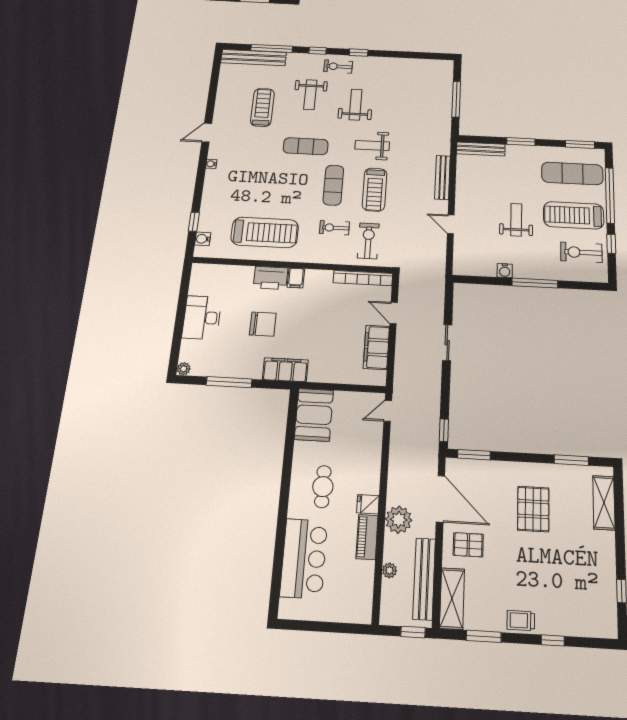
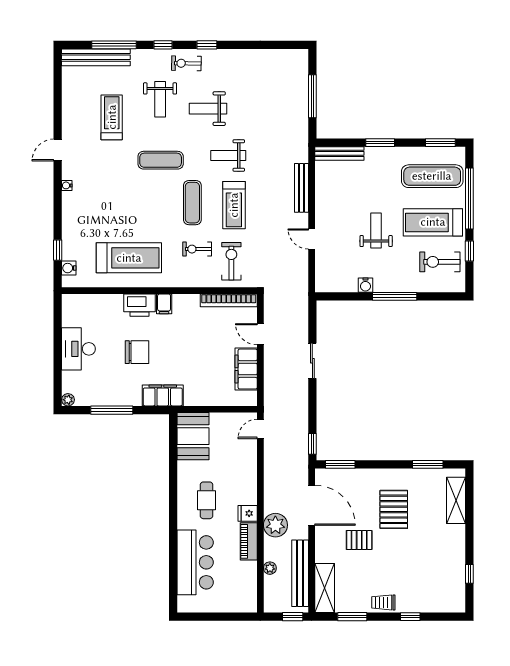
weight bench: (356, 105) -> (208, 109), turned -90
pallet: (468, 545) -> (359, 540), moved

